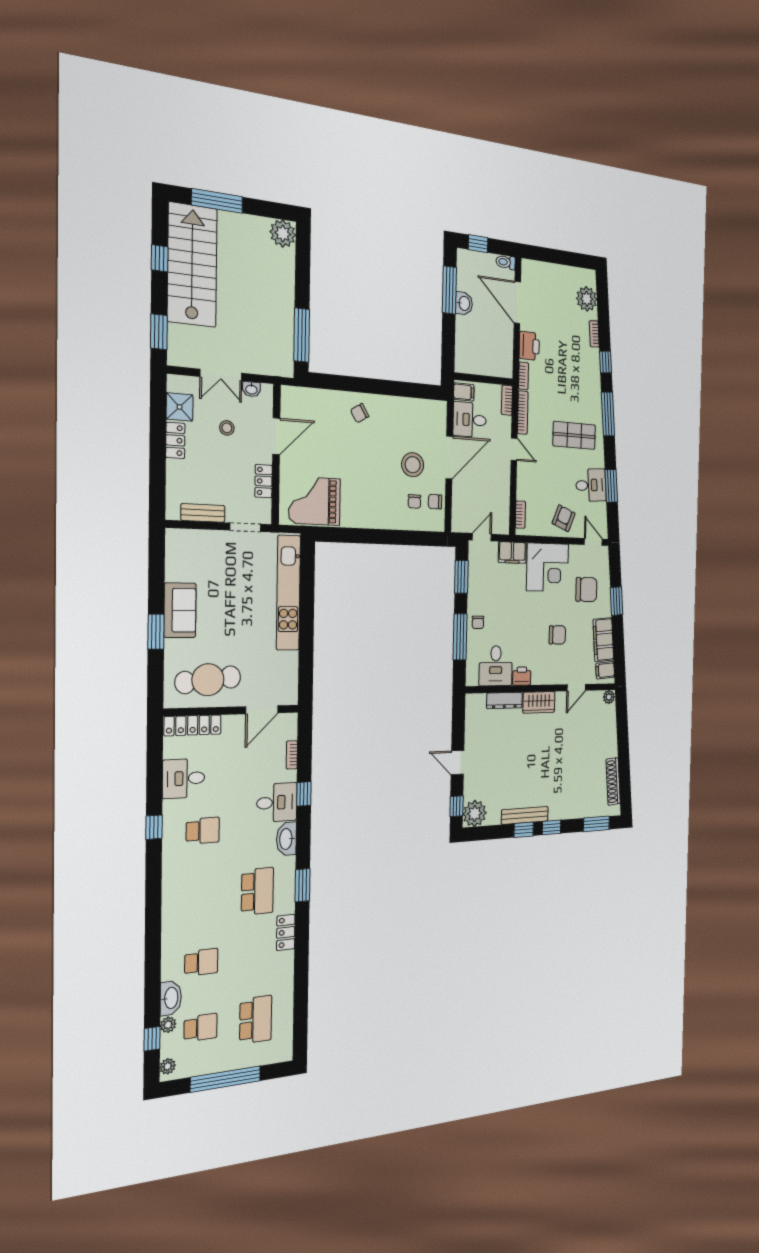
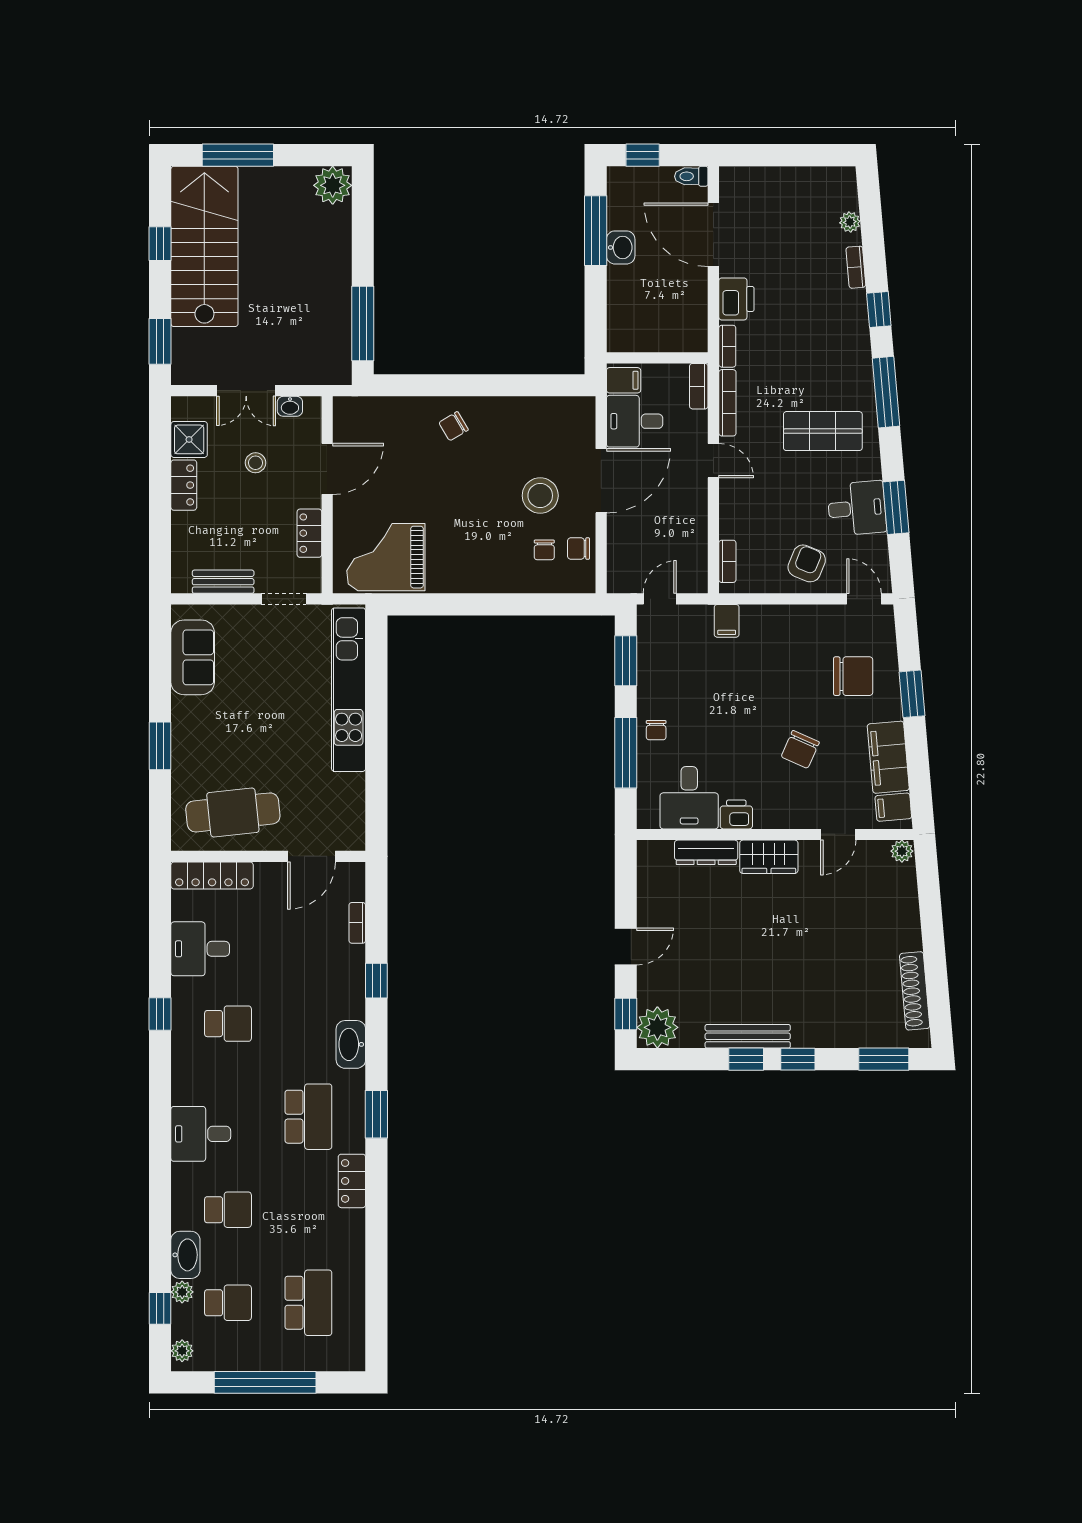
plant: (587, 299) -> (850, 222), width x0.53, depth x0.53
filing cabinet: (512, 553) -> (727, 621), width x0.50
corner desk: (548, 567) -> (779, 642), removed
sofa: (180, 610) -> (193, 657), moved
chair: (557, 635) -> (800, 749), turned 114
door: (458, 763) -> (626, 946), swing flipped
desk: (277, 803) -> (201, 1134), moved, turned 180

